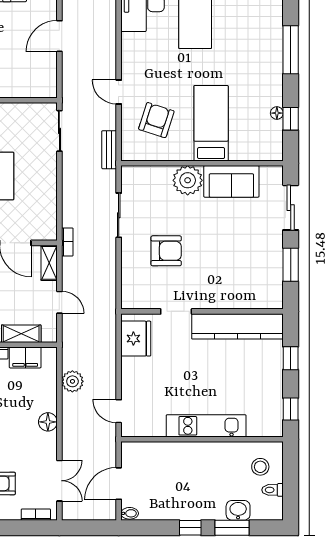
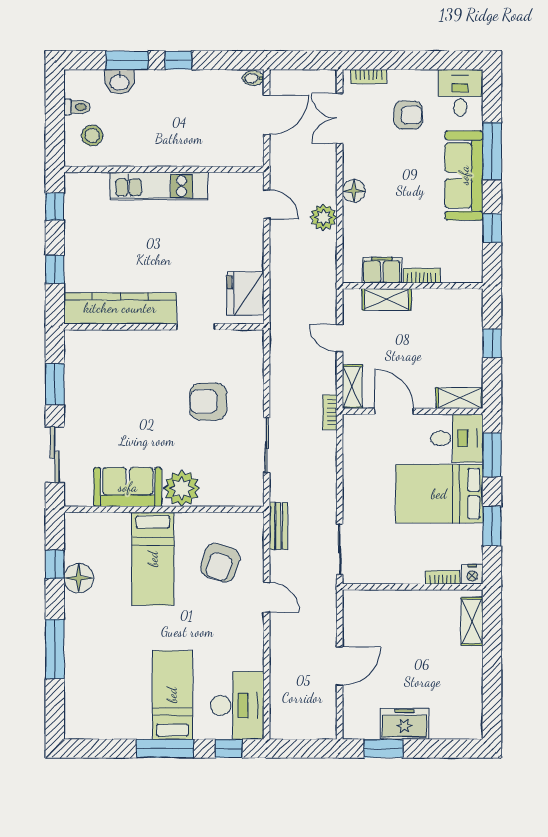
floor lamp: (277, 113) -> (79, 578), width x1.89, depth x1.89
plant: (72, 381) -> (324, 217), moved

